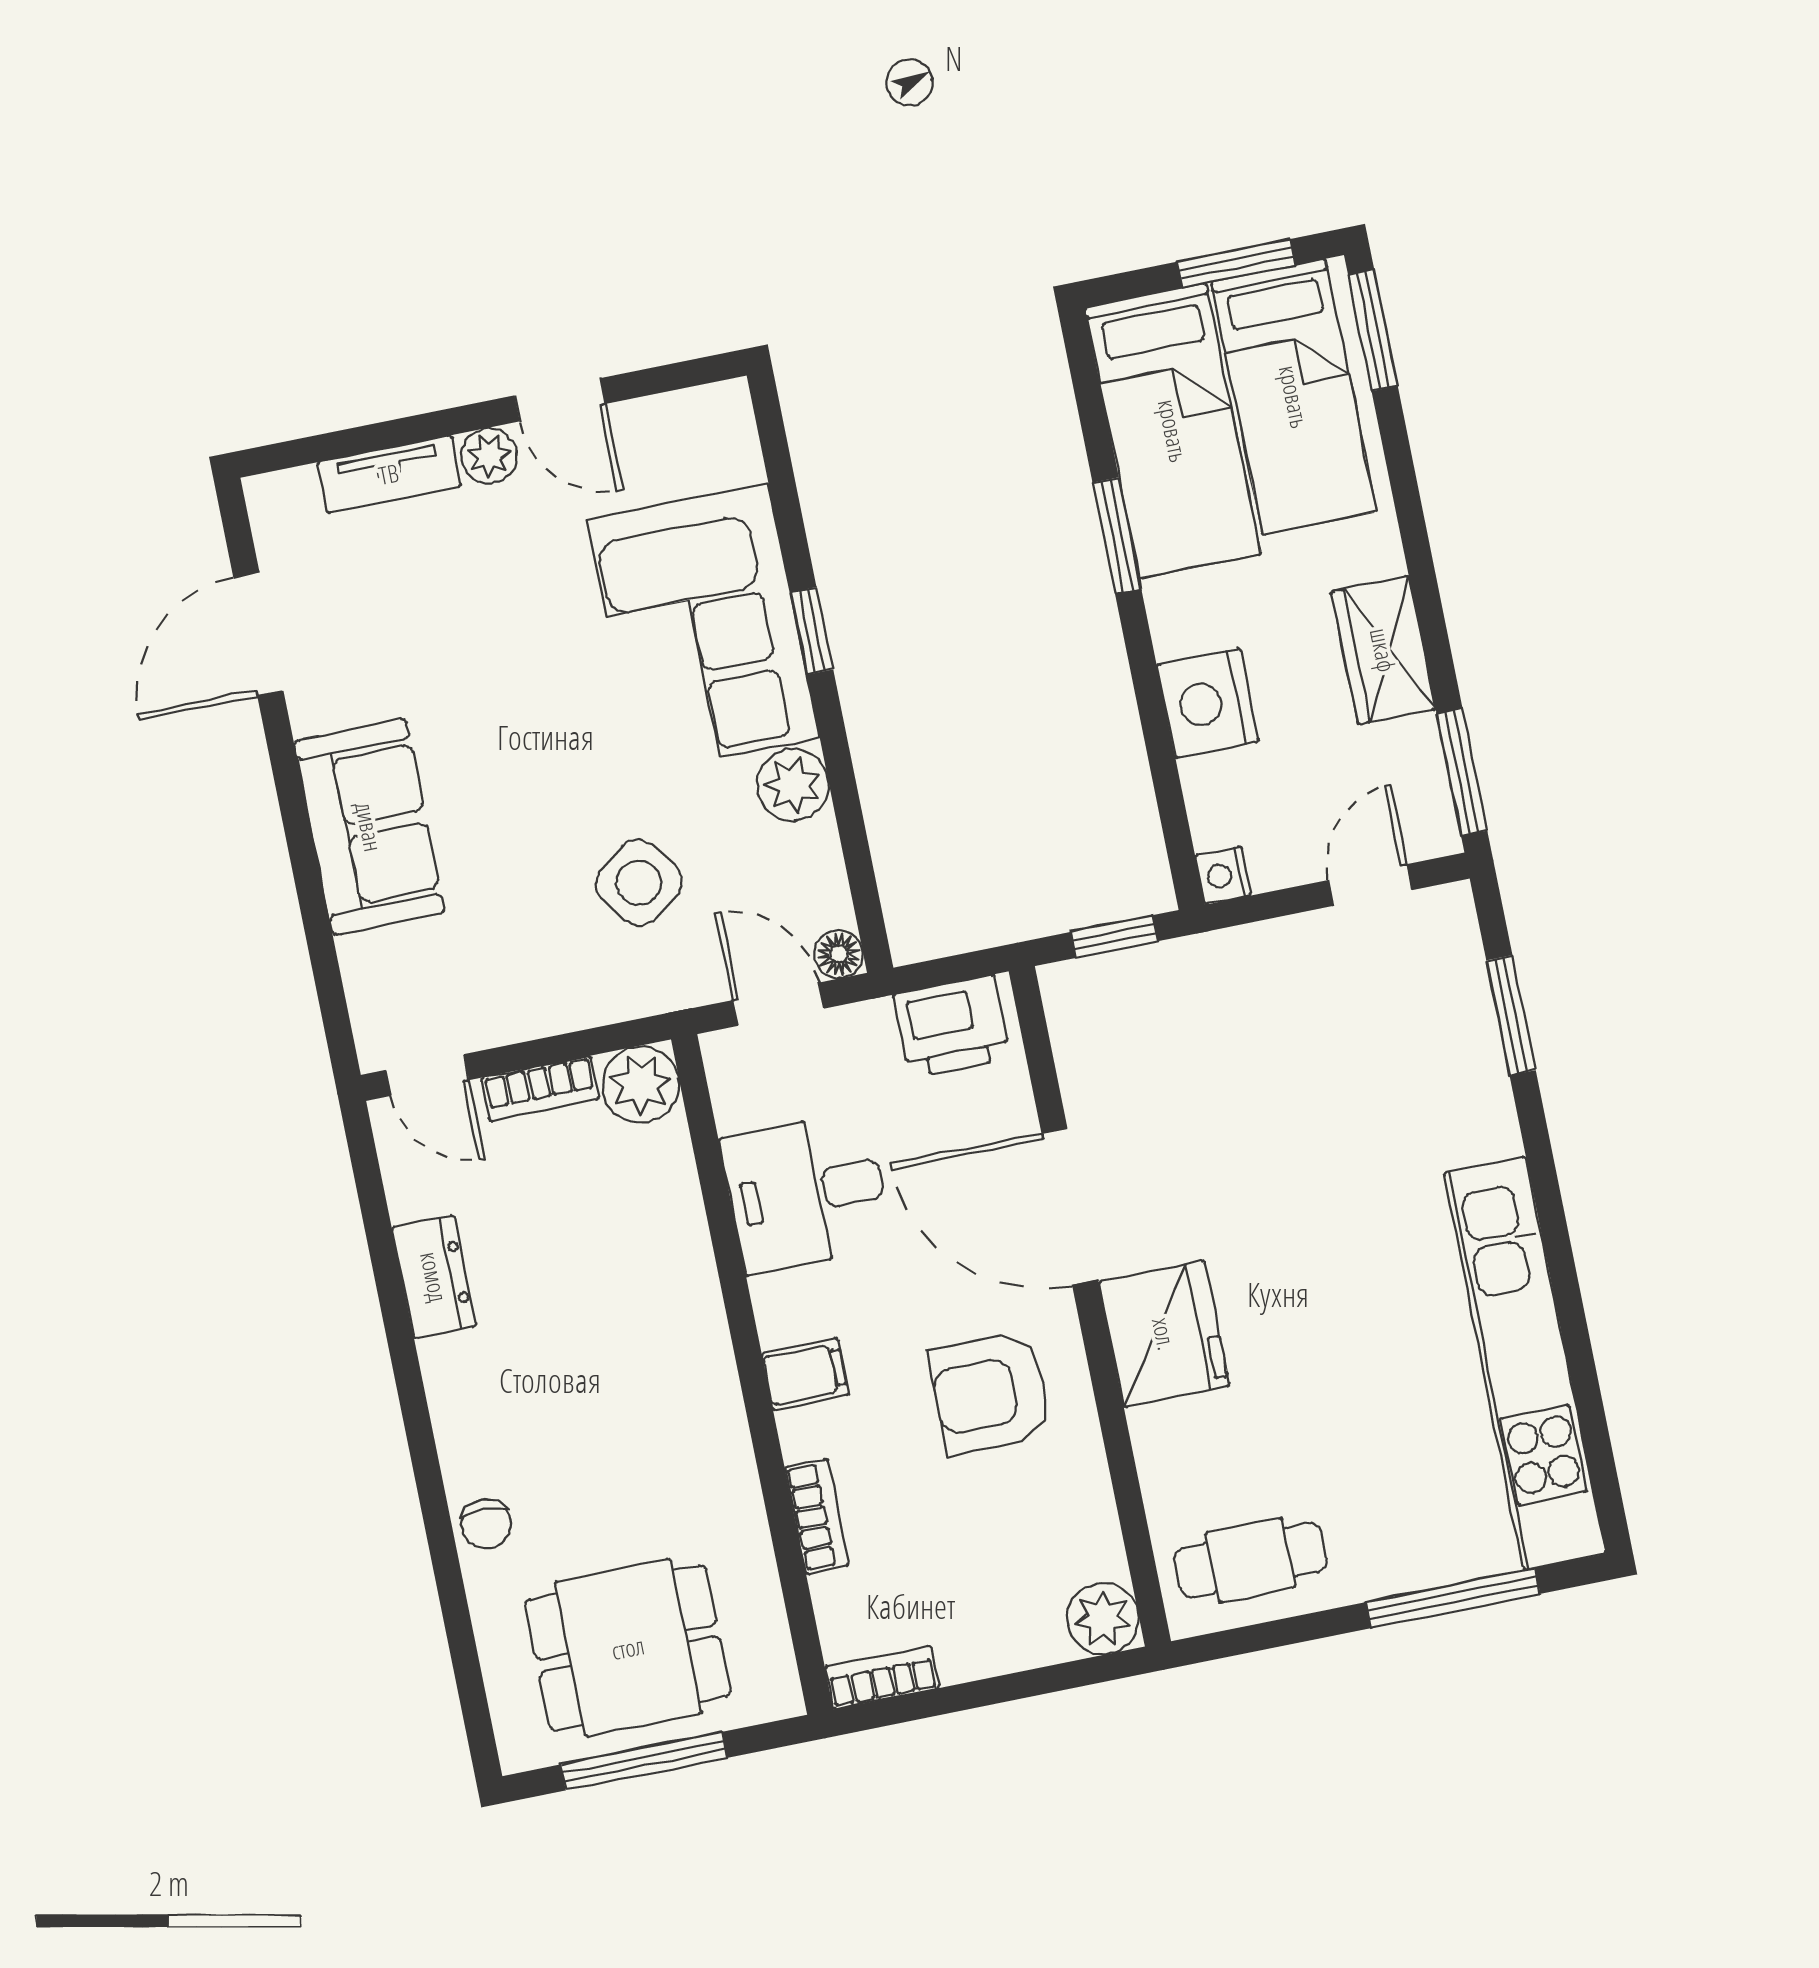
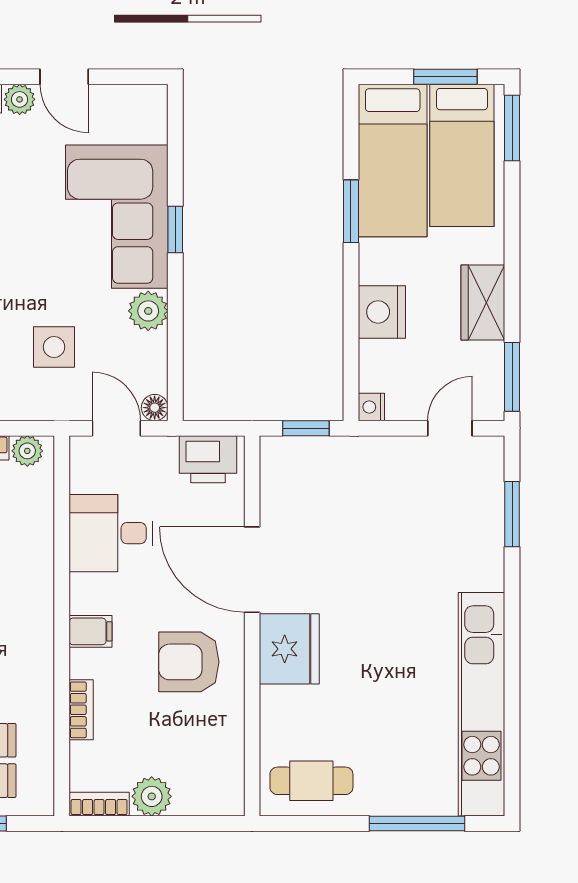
side table: (639, 883) -> (54, 347), turned 37
plant: (641, 1085) -> (27, 451), width x0.73, depth x0.73
plant: (1103, 1619) -> (152, 796), moved

